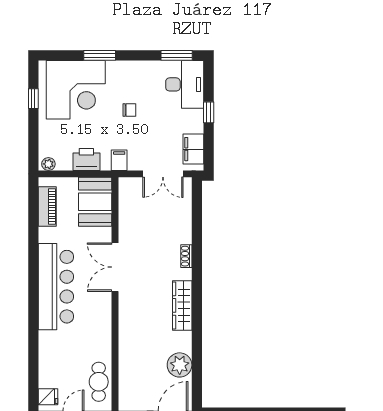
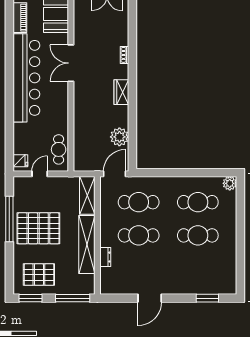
bar counter: (56, 287) -> (26, 78), width x1.36
wardrobe: (182, 305) -> (121, 92), width x0.67

